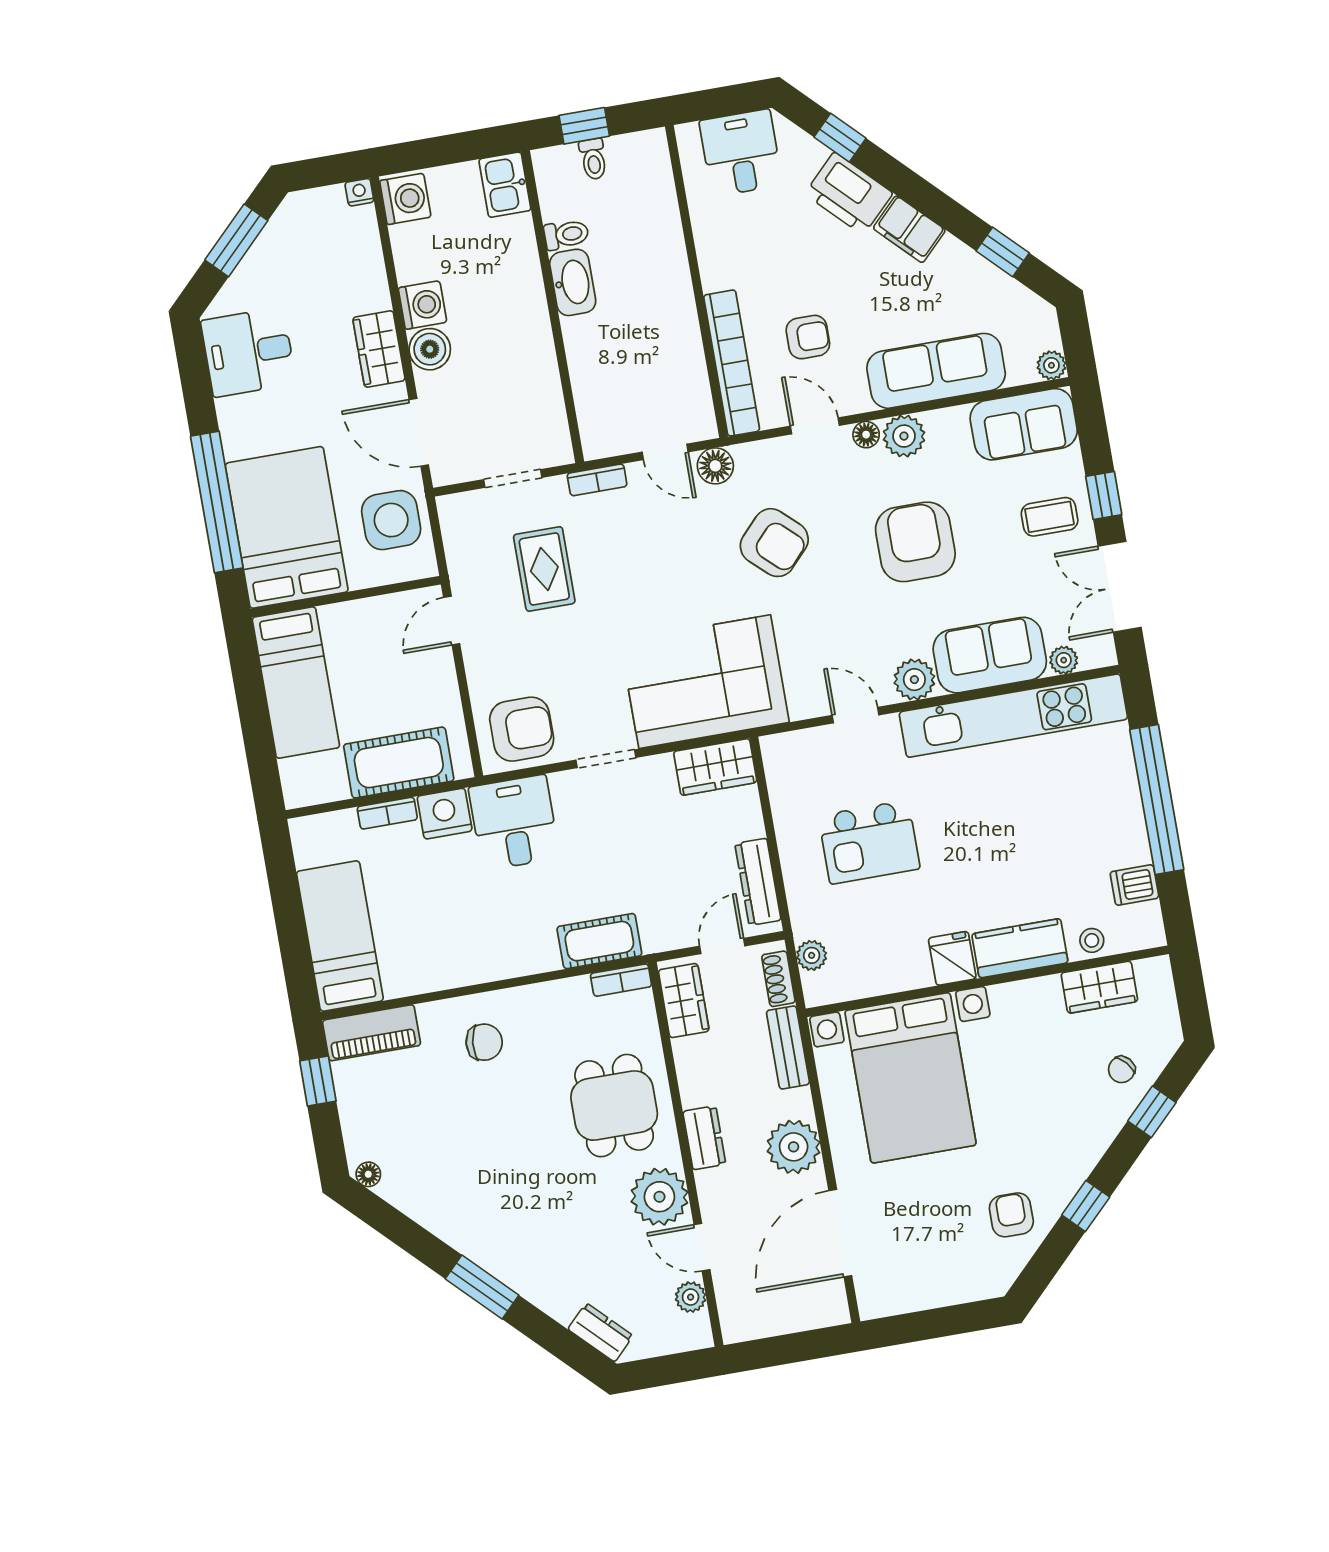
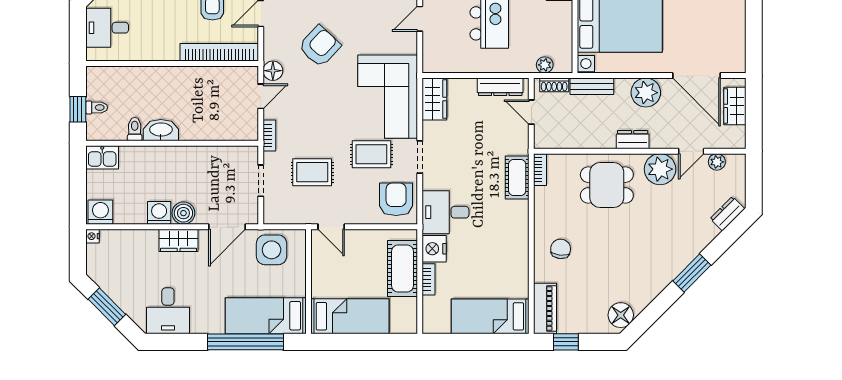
bed: (287, 527) -> (266, 316), width x0.67
rug: (595, 670) -> (371, 154), added
wardrobe: (684, 1001) -> (735, 106), moved, turned -90
floor lamp: (368, 1174) -> (621, 315), width x1.89, depth x1.89

